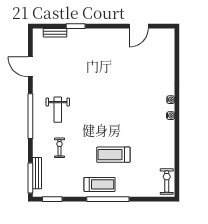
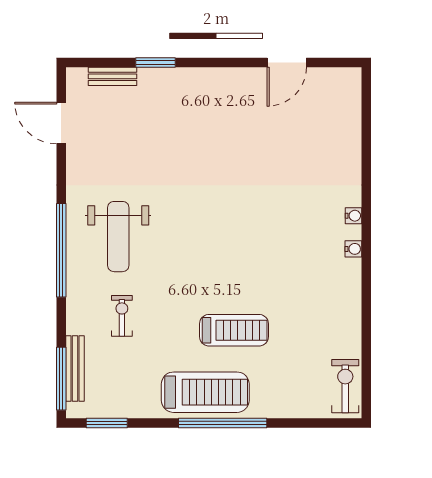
door: (30, 67) -> (61, 123), moved
weight bench: (58, 110) -> (118, 237), width x1.36, depth x1.33
treadmill: (113, 155) -> (234, 330), turned 180
treadmill: (100, 184) -> (205, 392), width x1.37, depth x1.38

